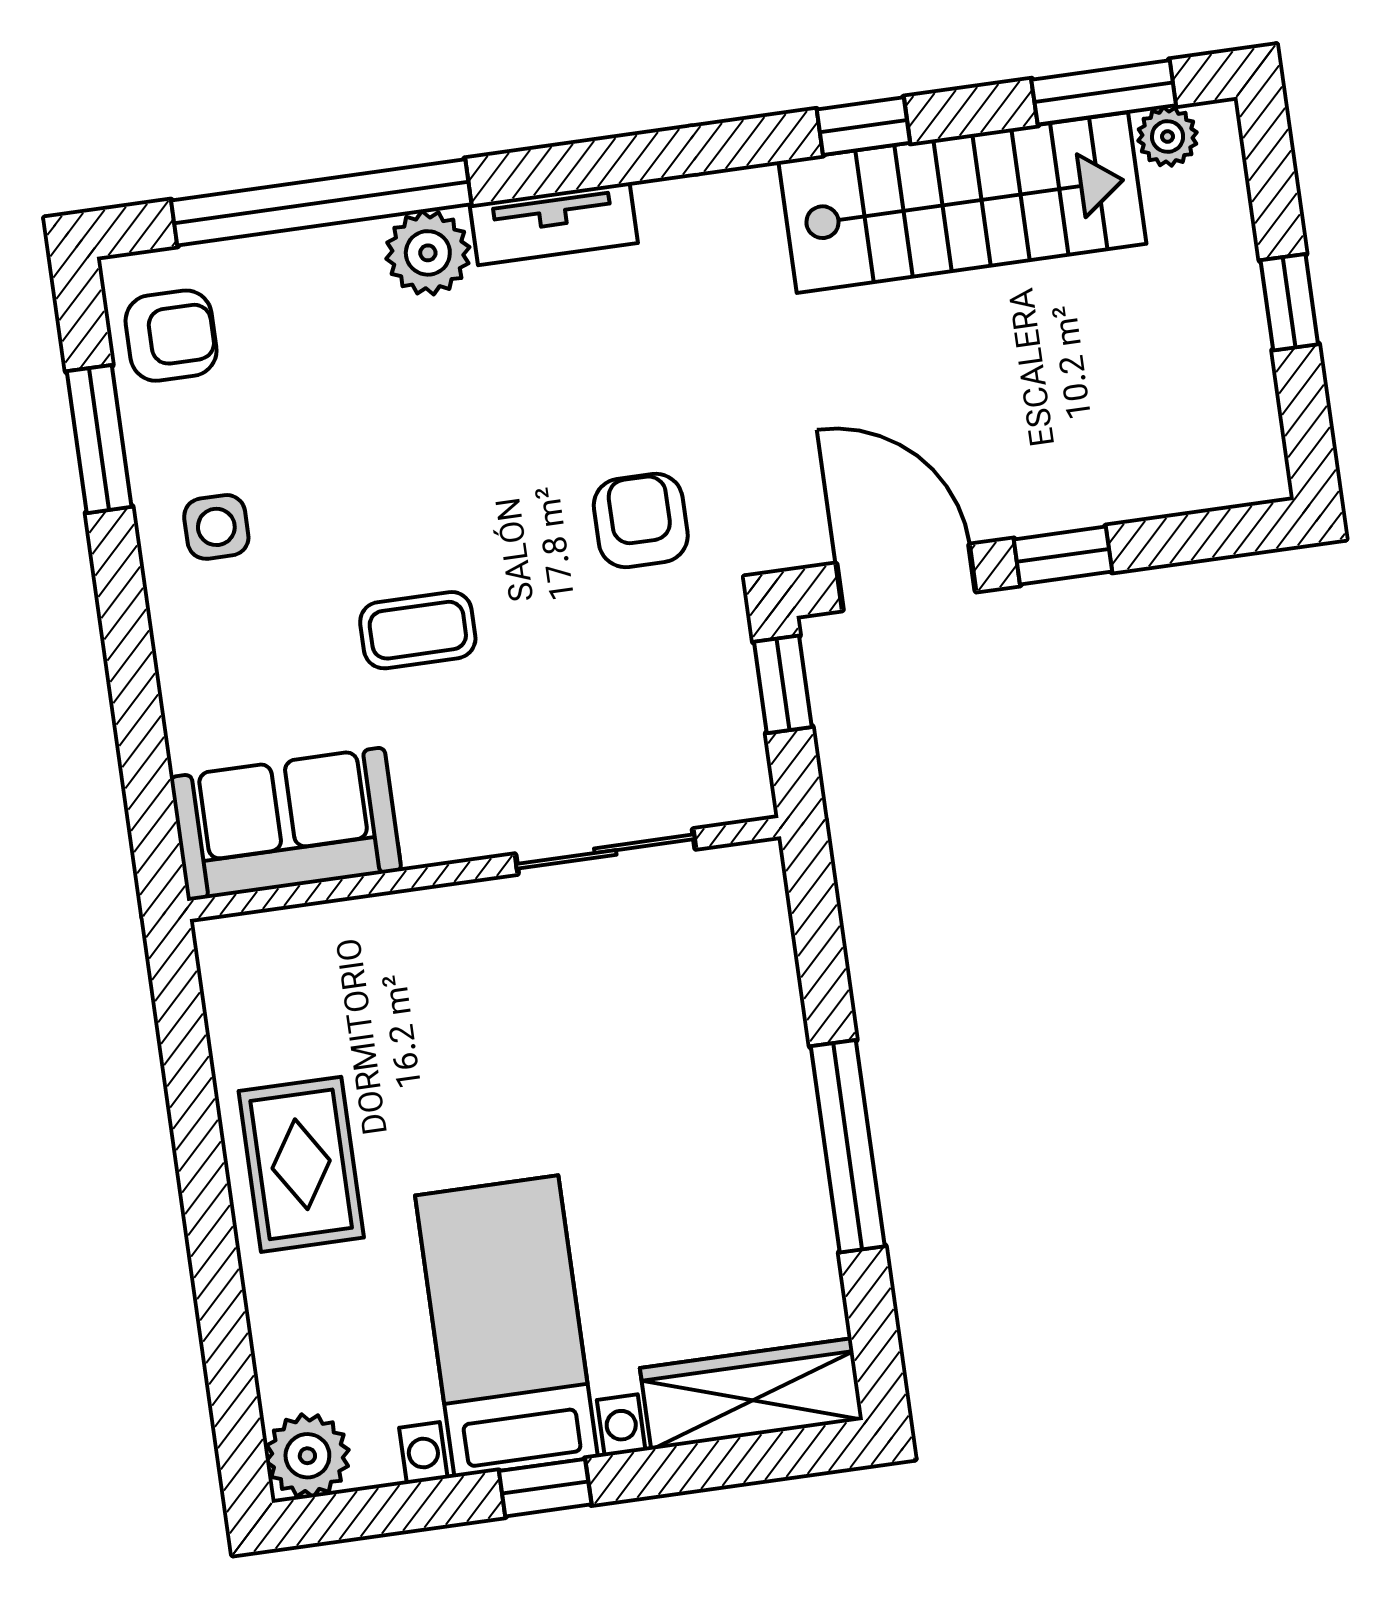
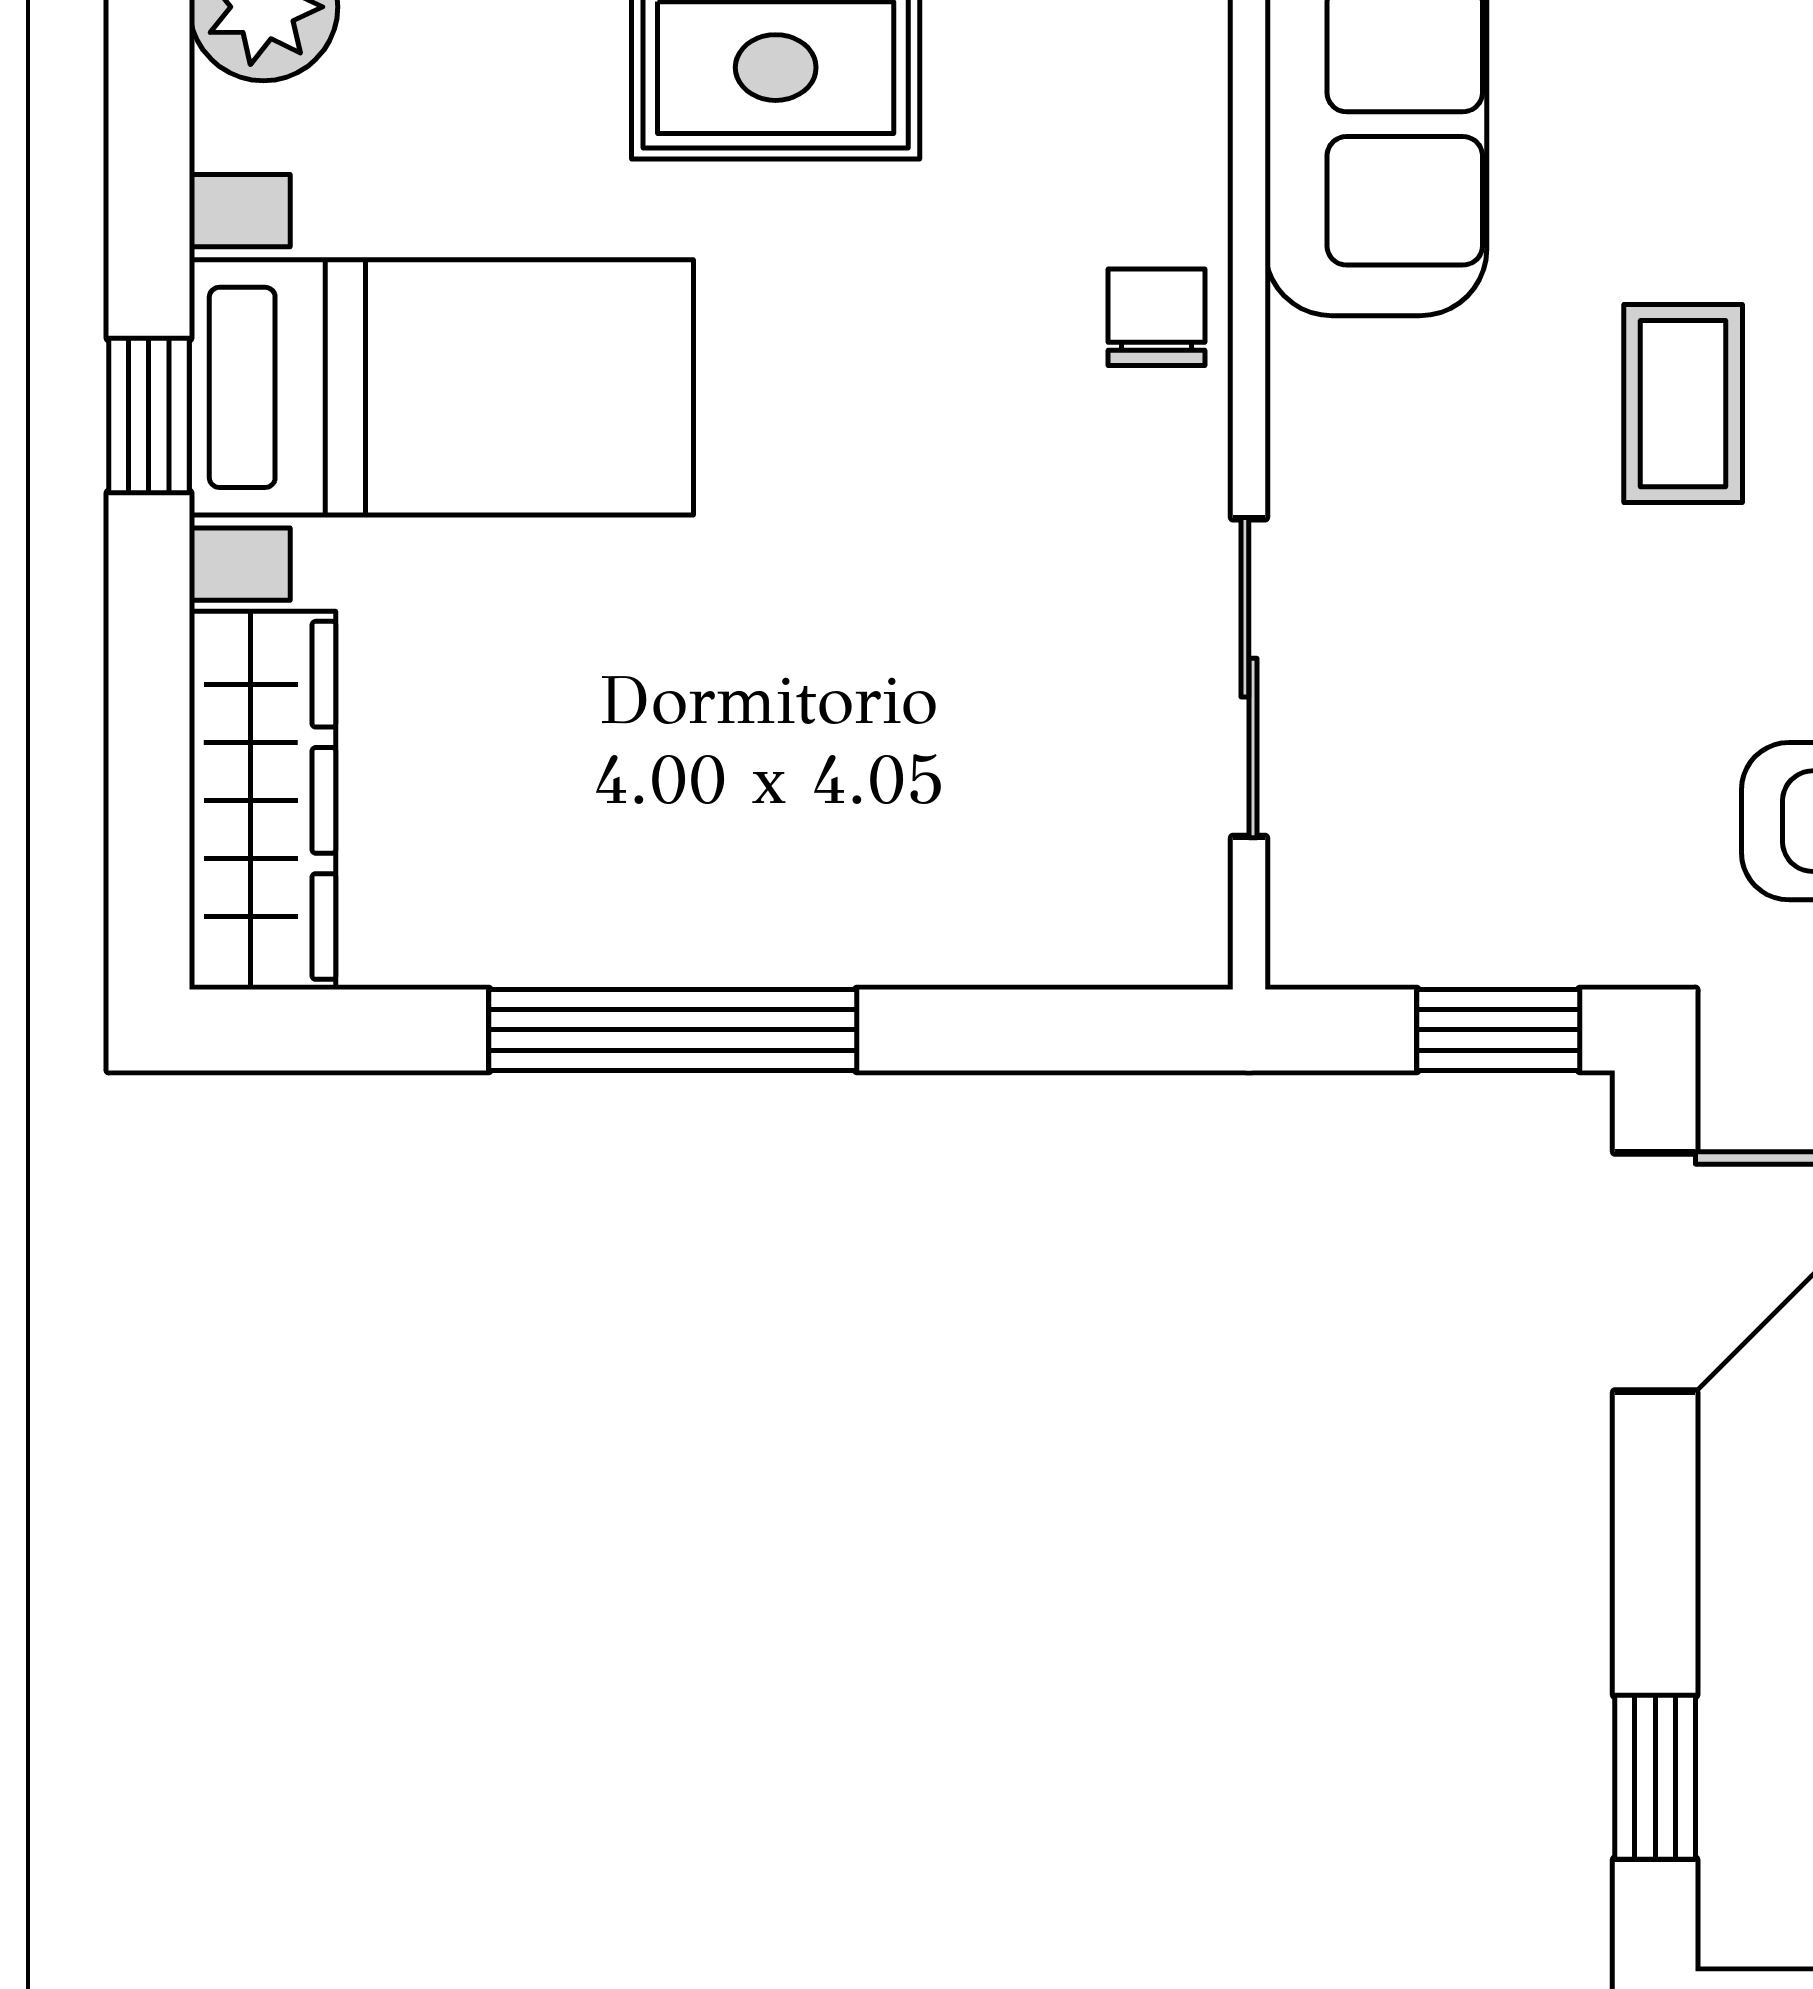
window: (1063, 555) -> (1655, 1777), moved
chair: (411, 932) -> (1156, 317), added

